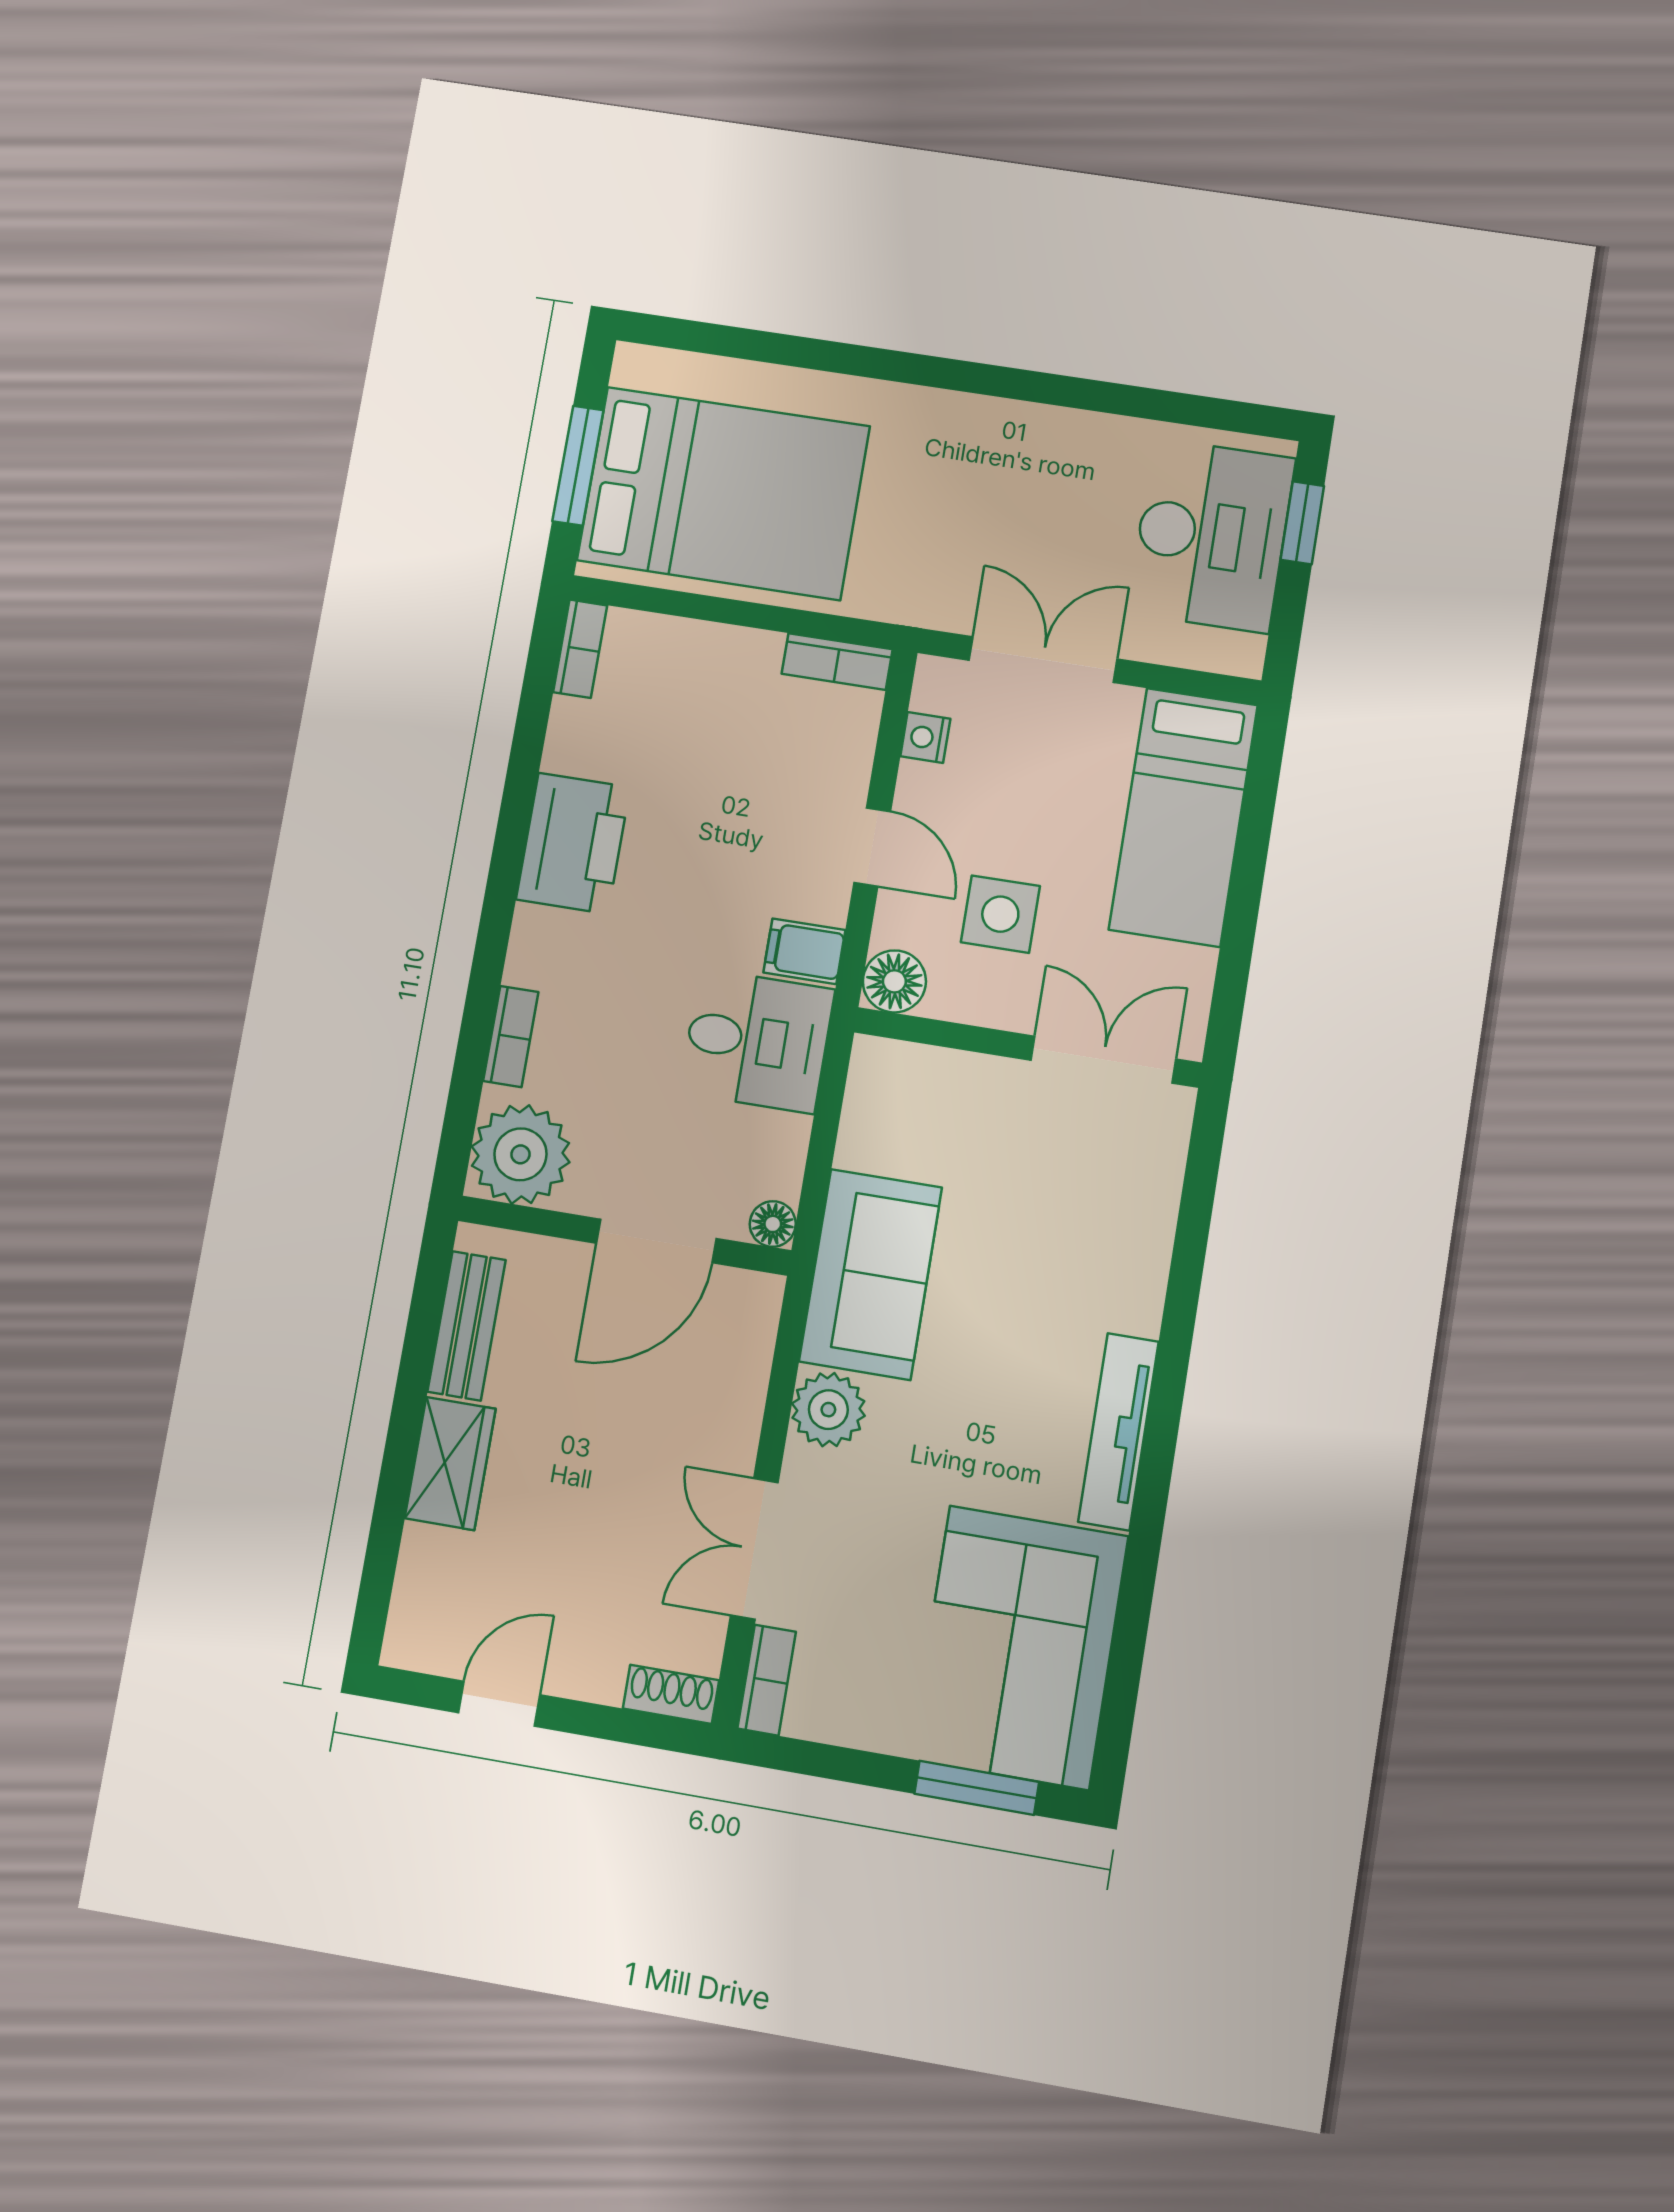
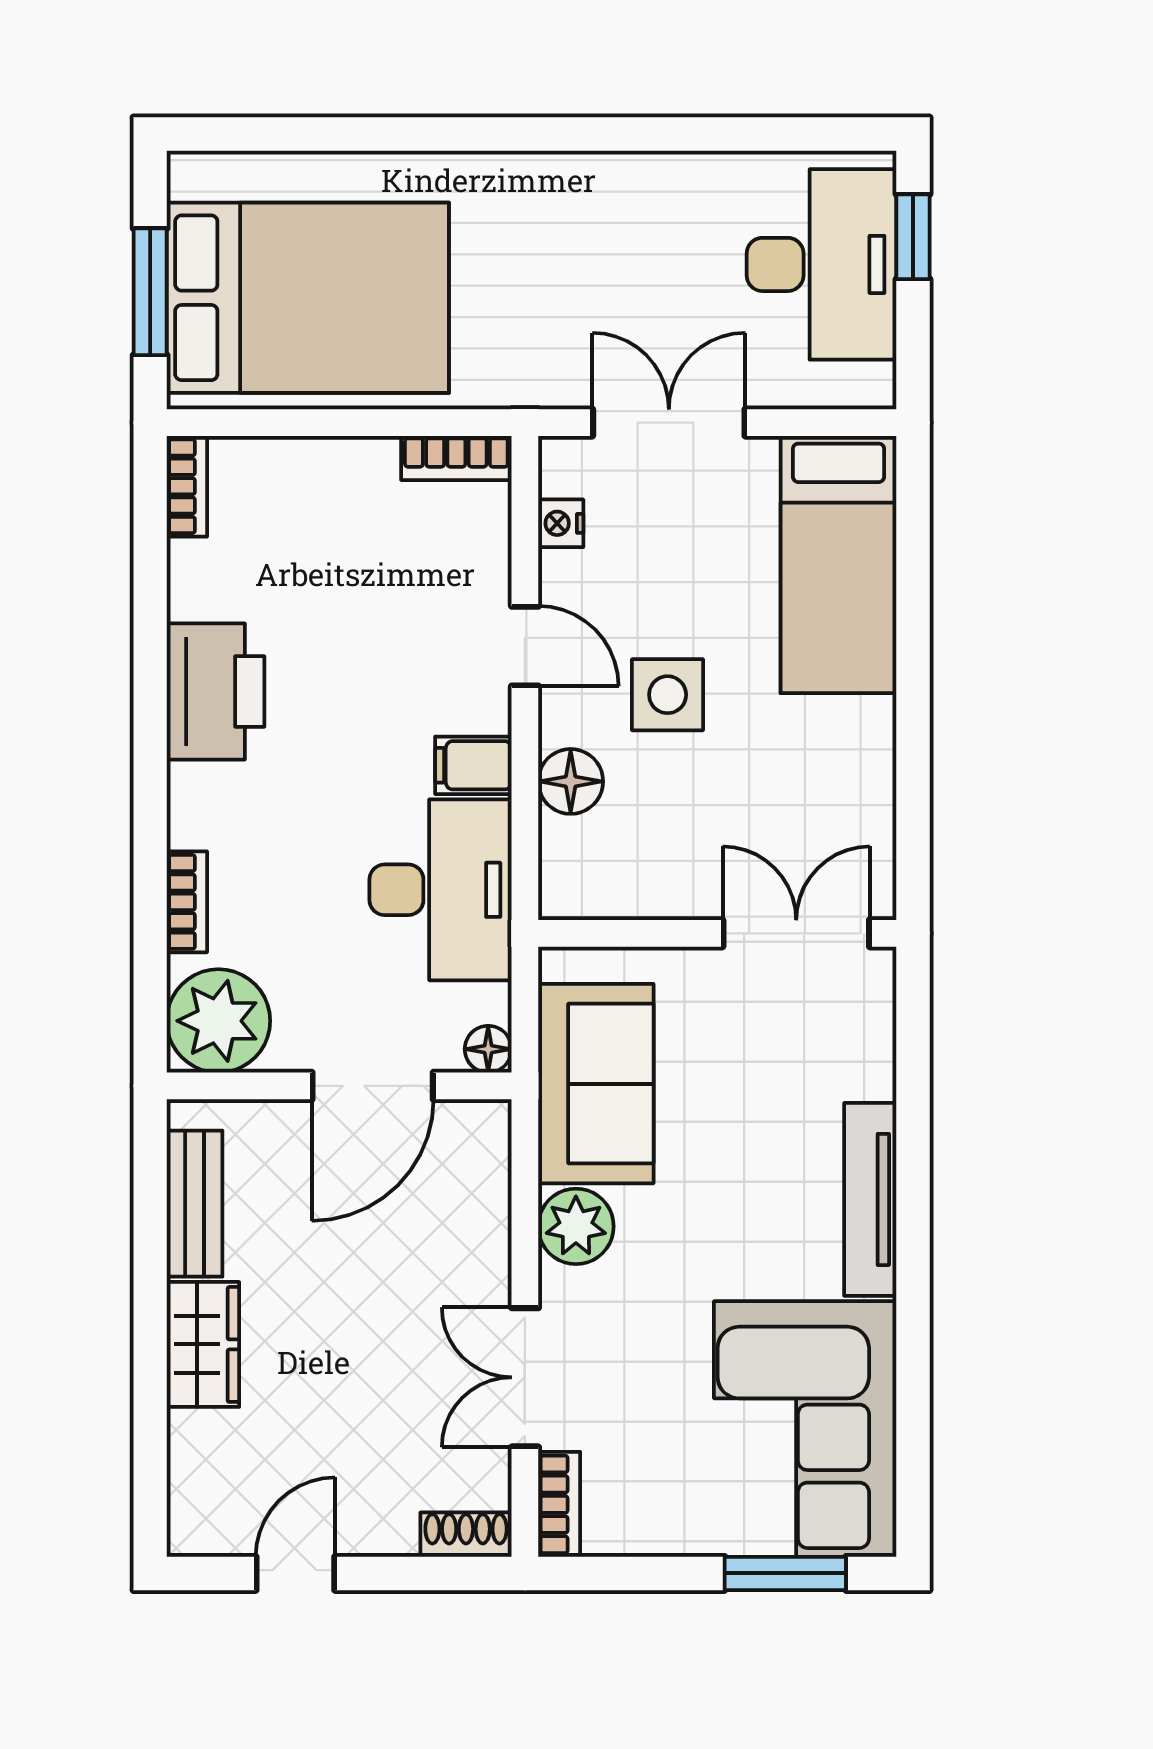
desk: (757, 1041) -> (441, 890), width x1.37
wall: (1028, 1047) -> (717, 933), moved
double door: (1103, 1060) -> (796, 933), moved

